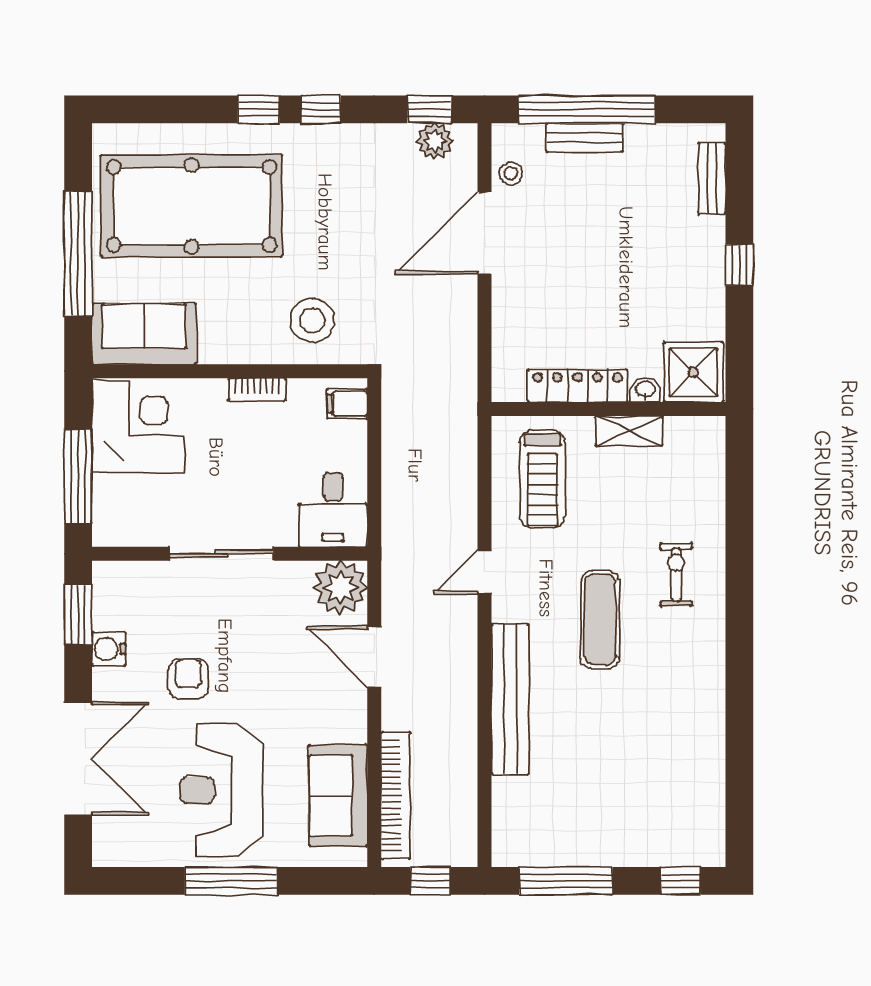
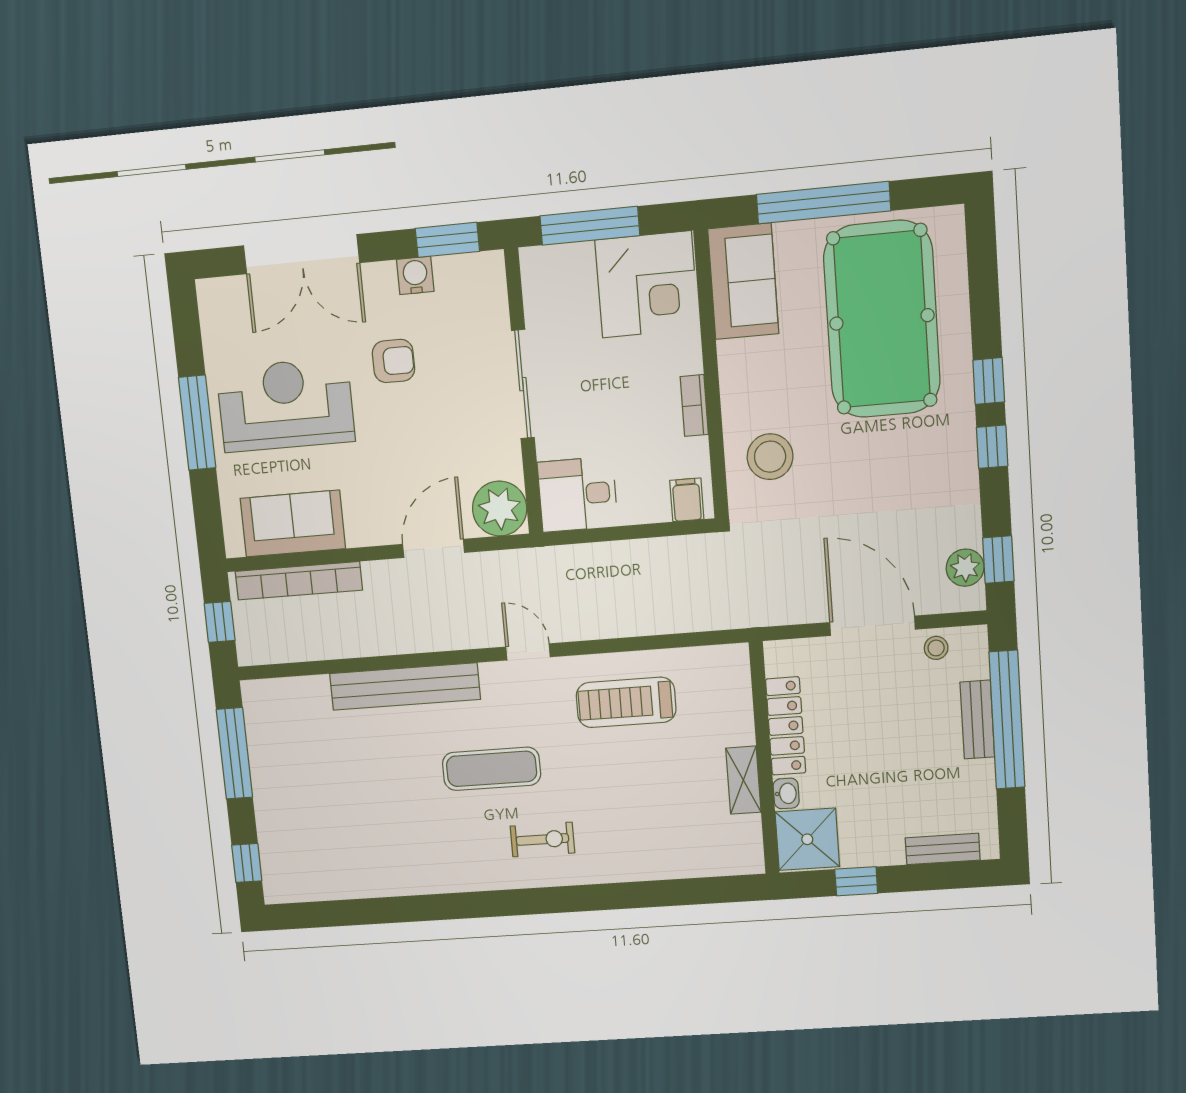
shower: (693, 372) -> (807, 839), moved
locker: (578, 386) -> (786, 726), moved
washbasin: (645, 390) -> (786, 793), moved
wall: (609, 409) -> (764, 758), moved
shelving: (629, 431) -> (743, 780), moved

